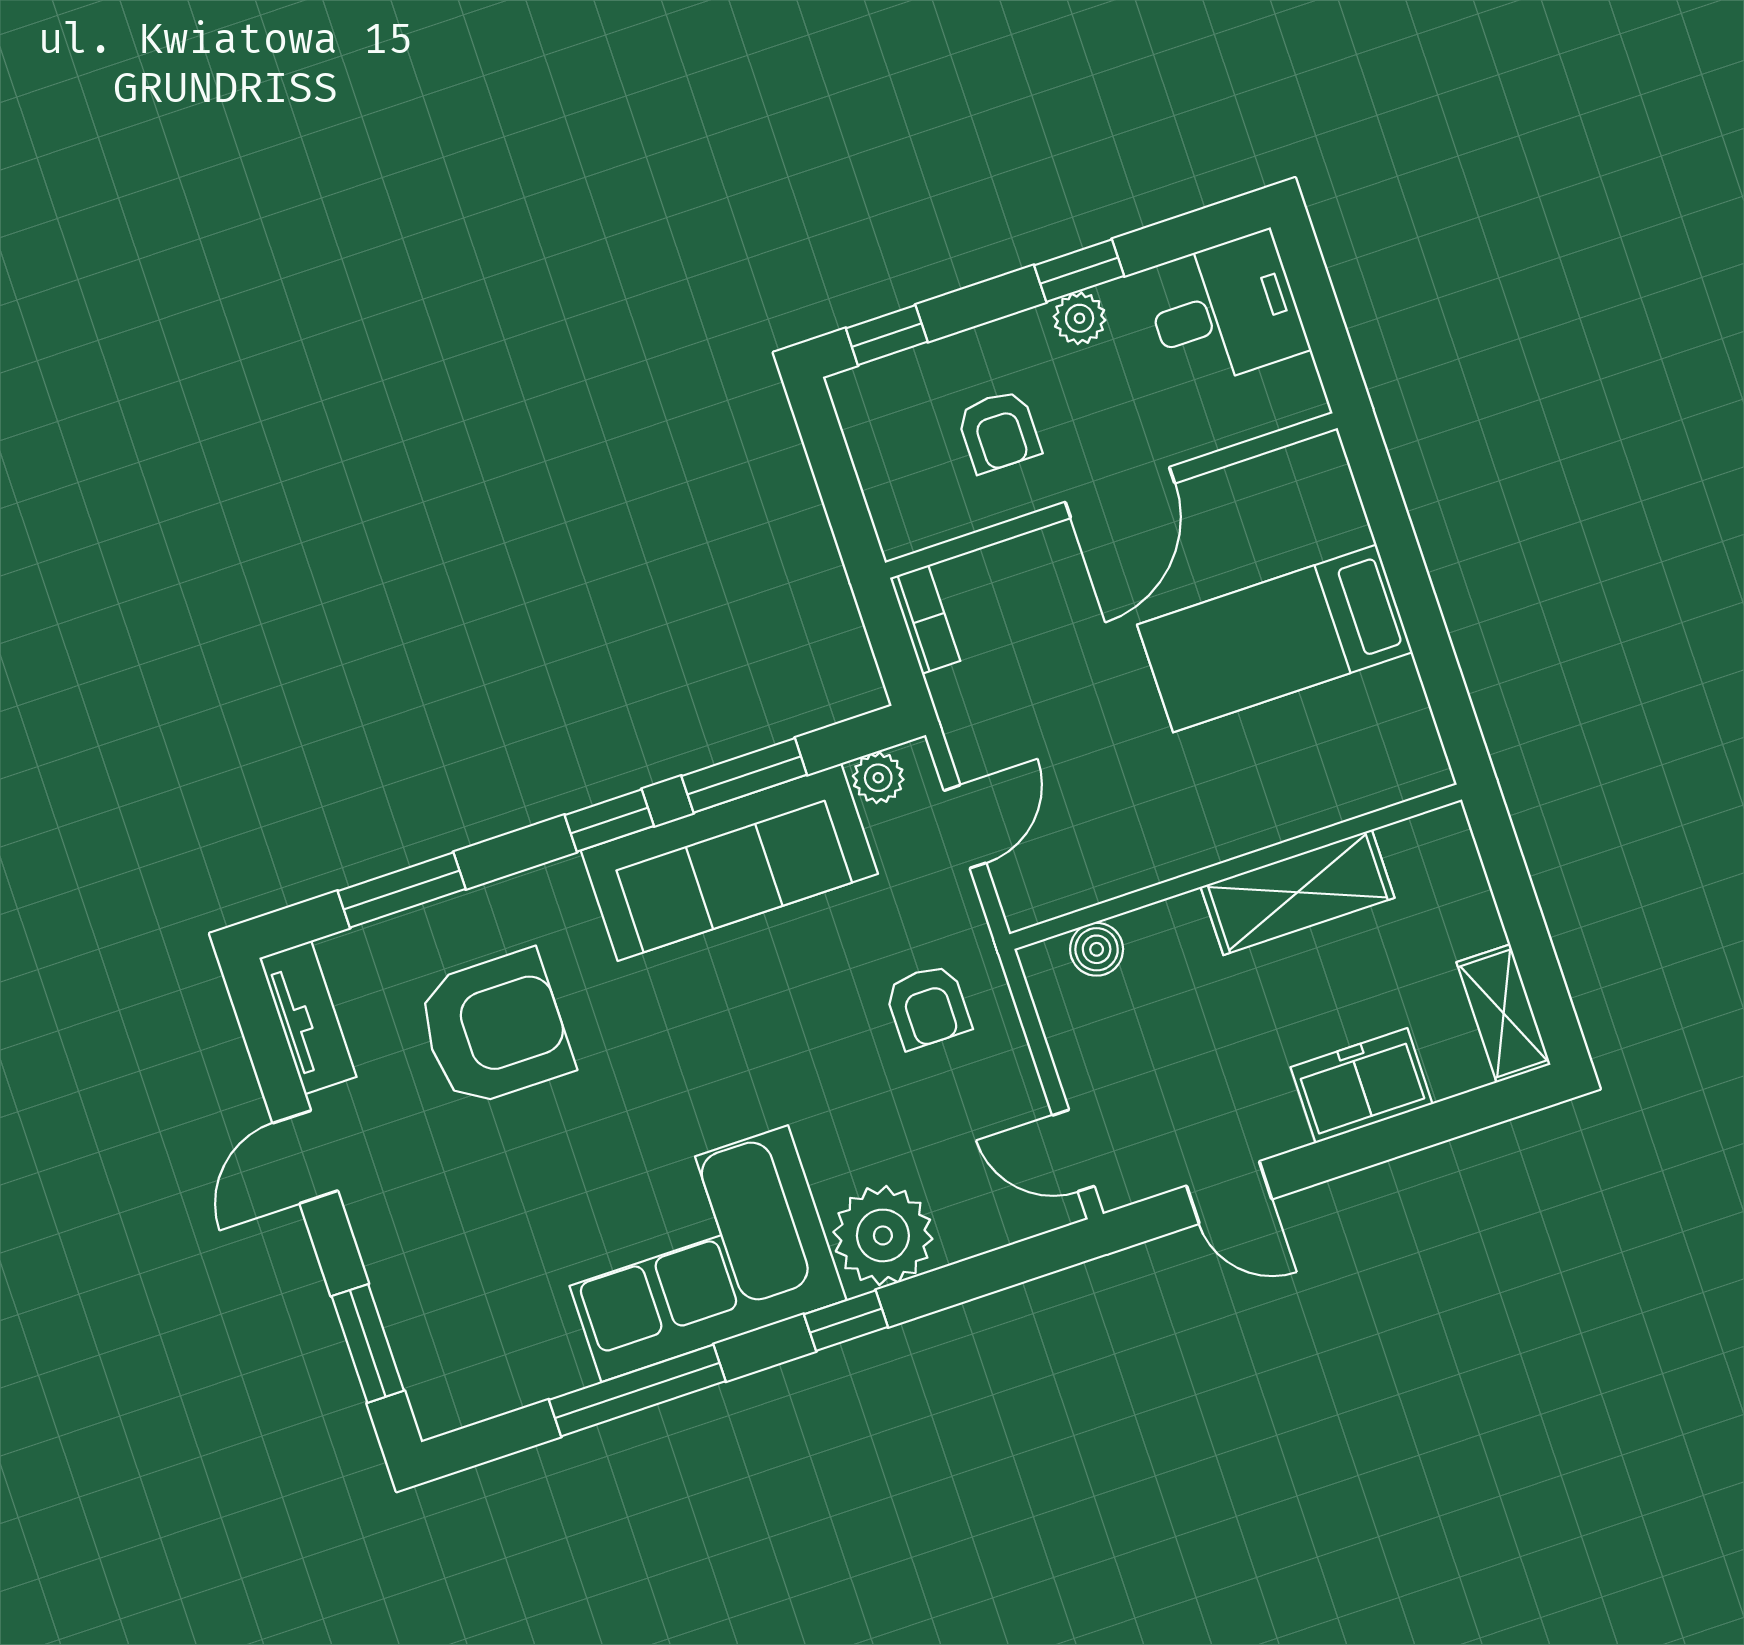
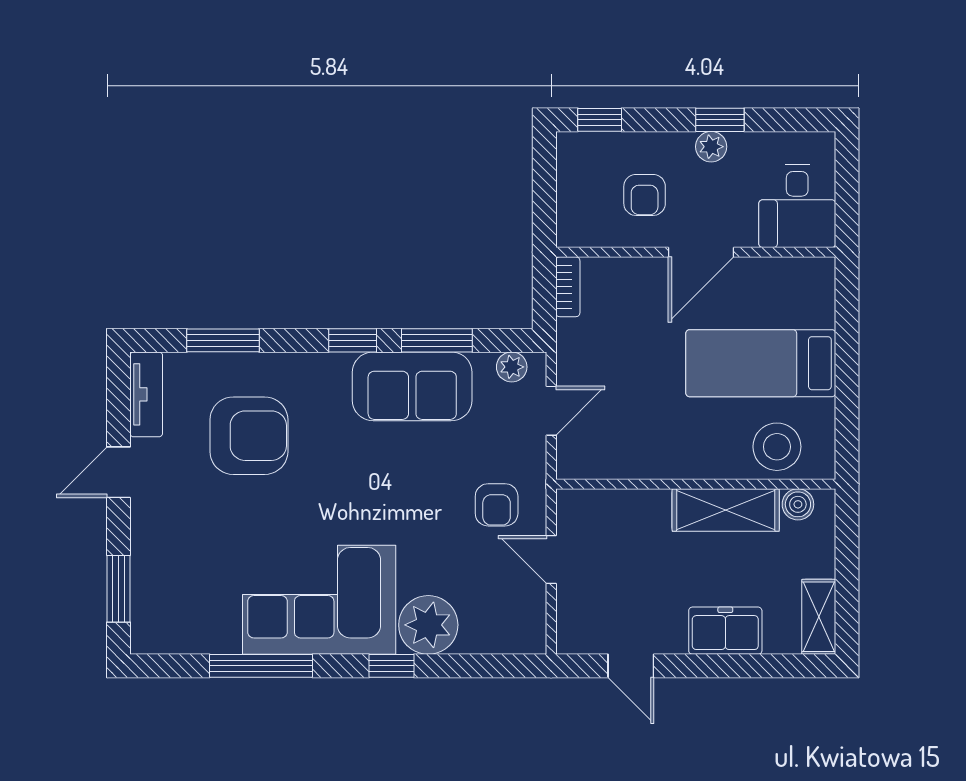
desk: (1225, 311) -> (797, 206), moved, turned 90
stool: (1346, 763) -> (777, 447), added
sofa: (729, 862) -> (412, 386), width x0.73
boiler: (1097, 949) -> (798, 504), moved
door: (1073, 1151) -> (551, 560), moved

